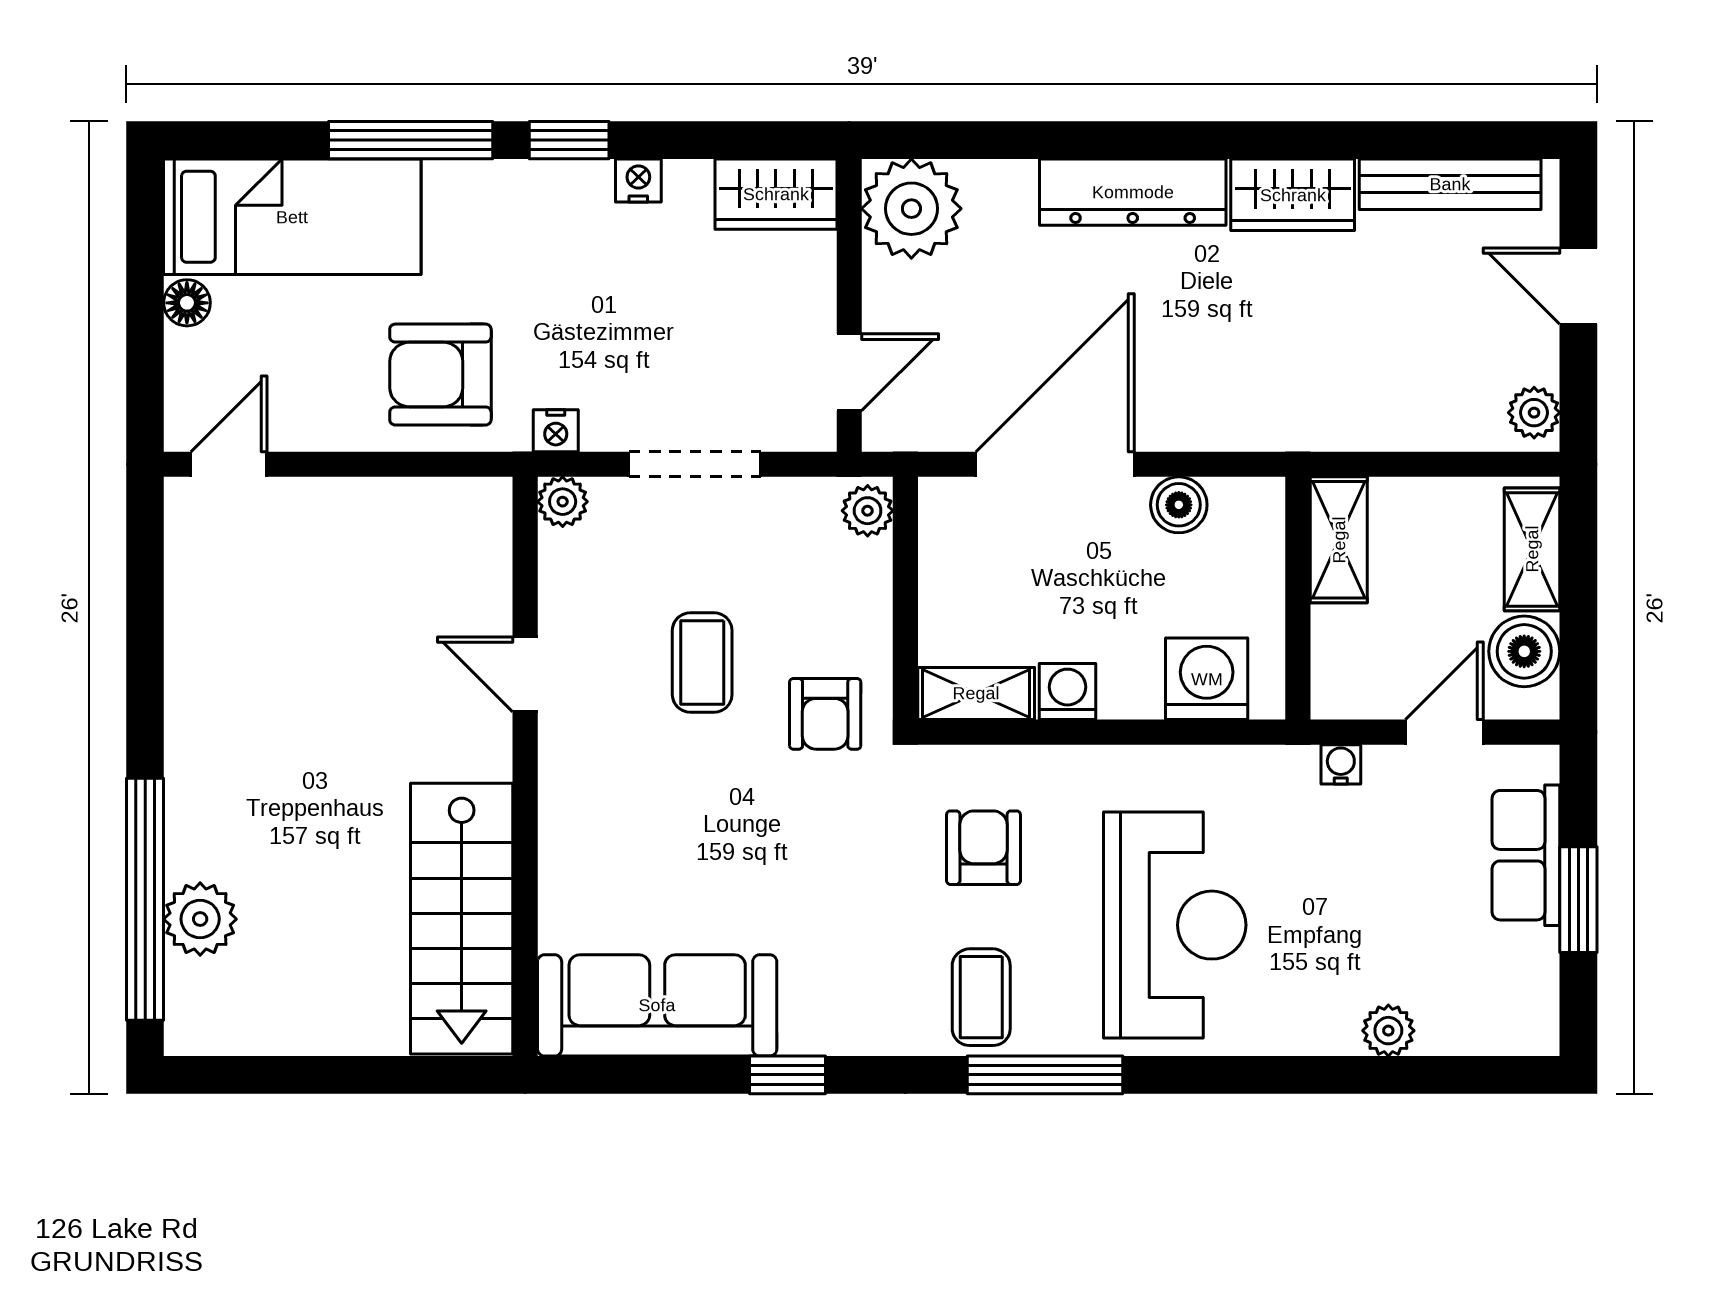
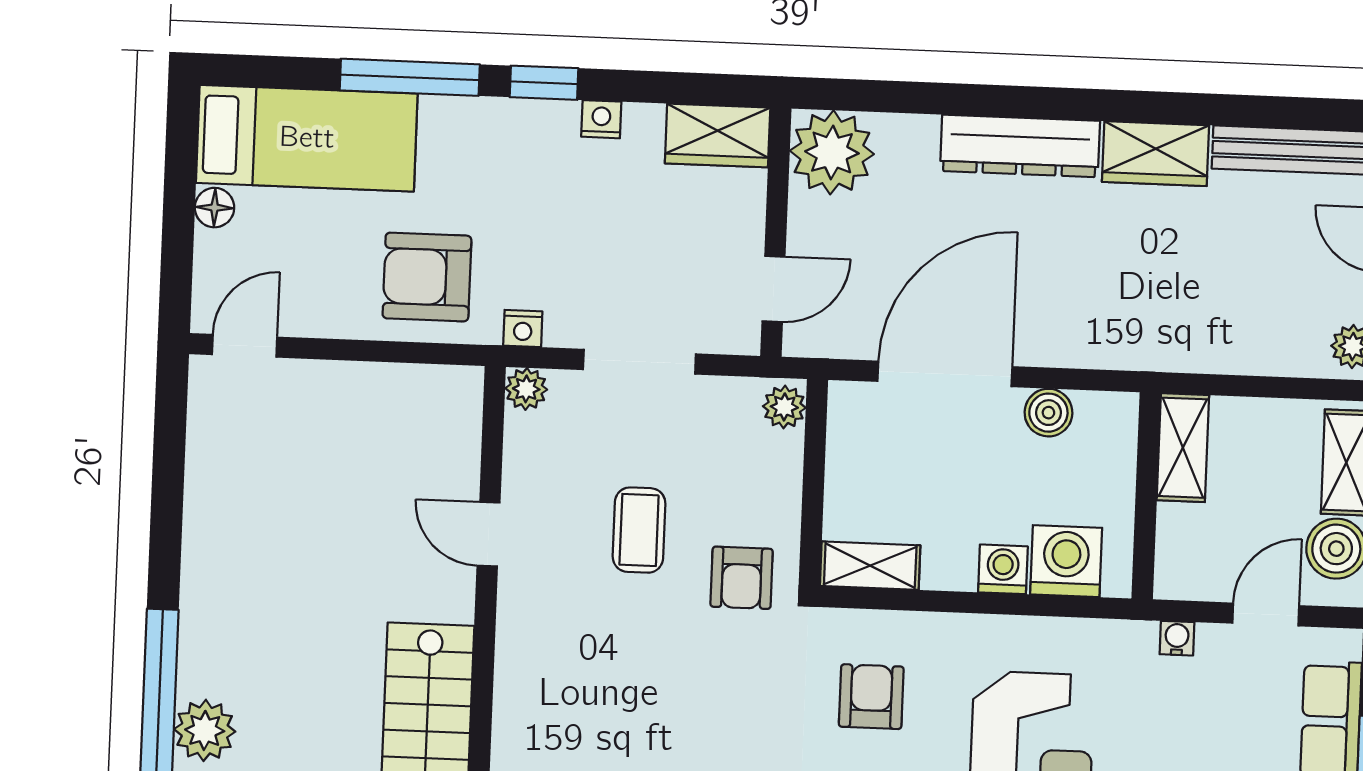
washing machine: (1068, 692) -> (1003, 569), moved

